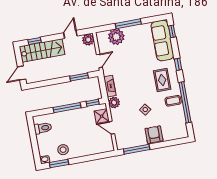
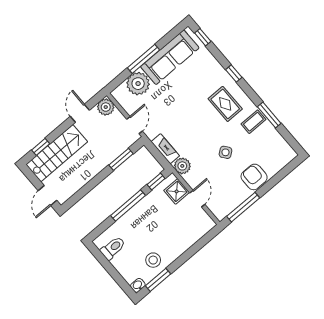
sofa: (162, 41) -> (170, 57), moved, turned -90
window: (185, 102) -> (269, 115), width x0.47
door: (112, 128) -> (197, 199), swing flipped

